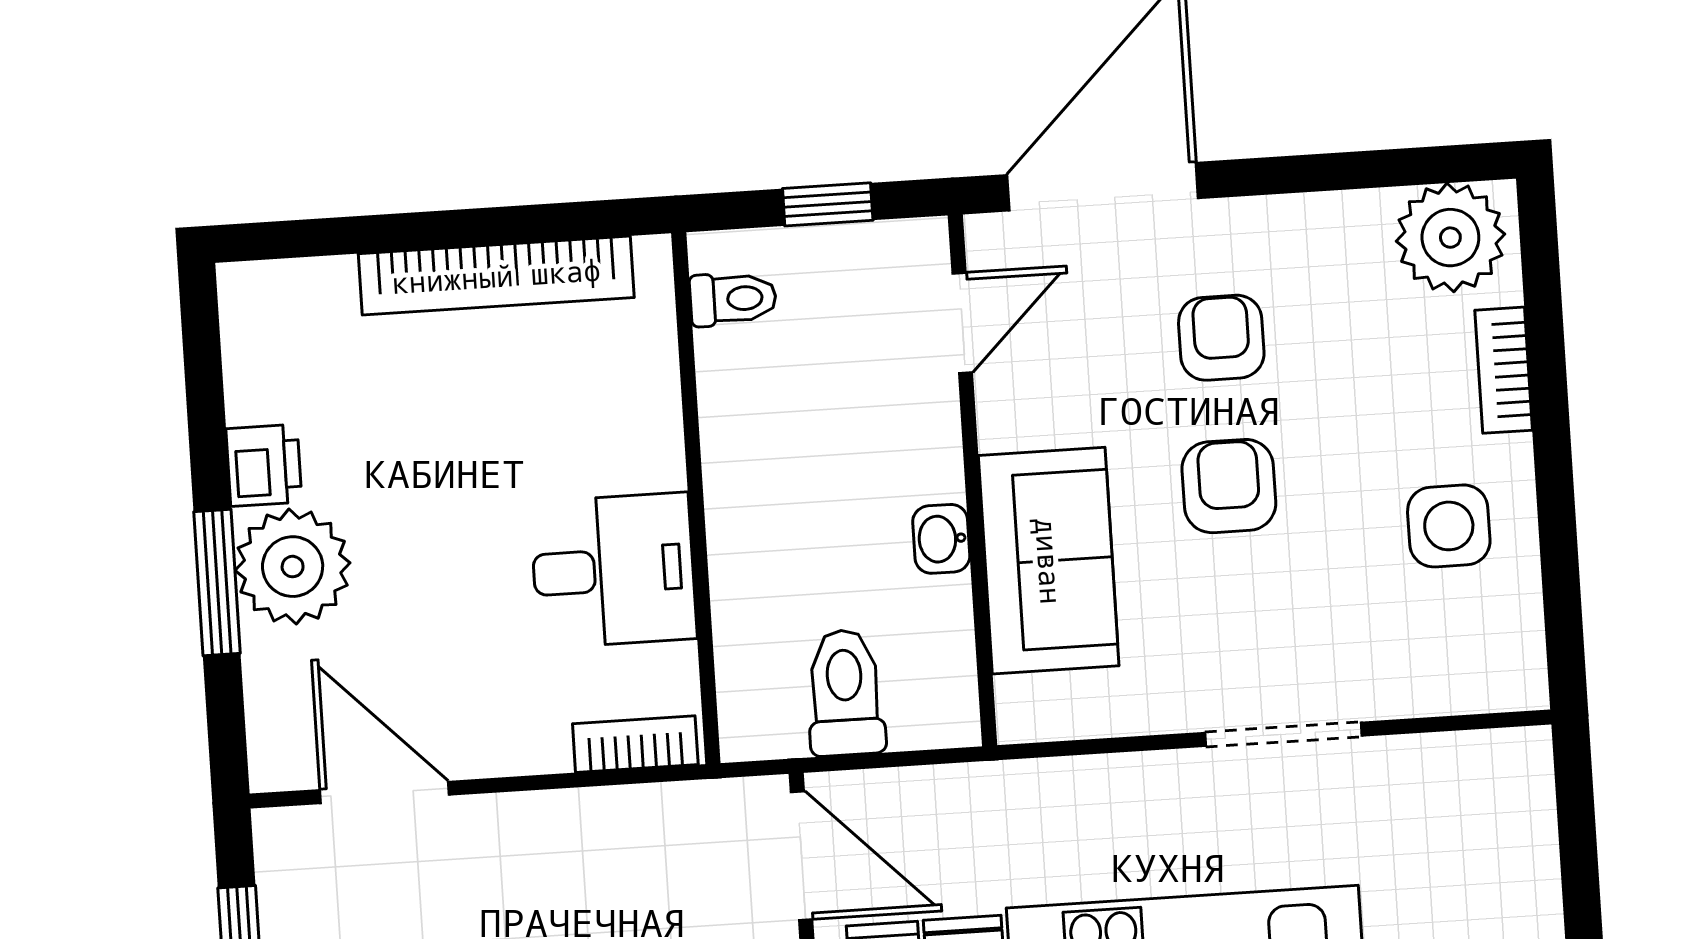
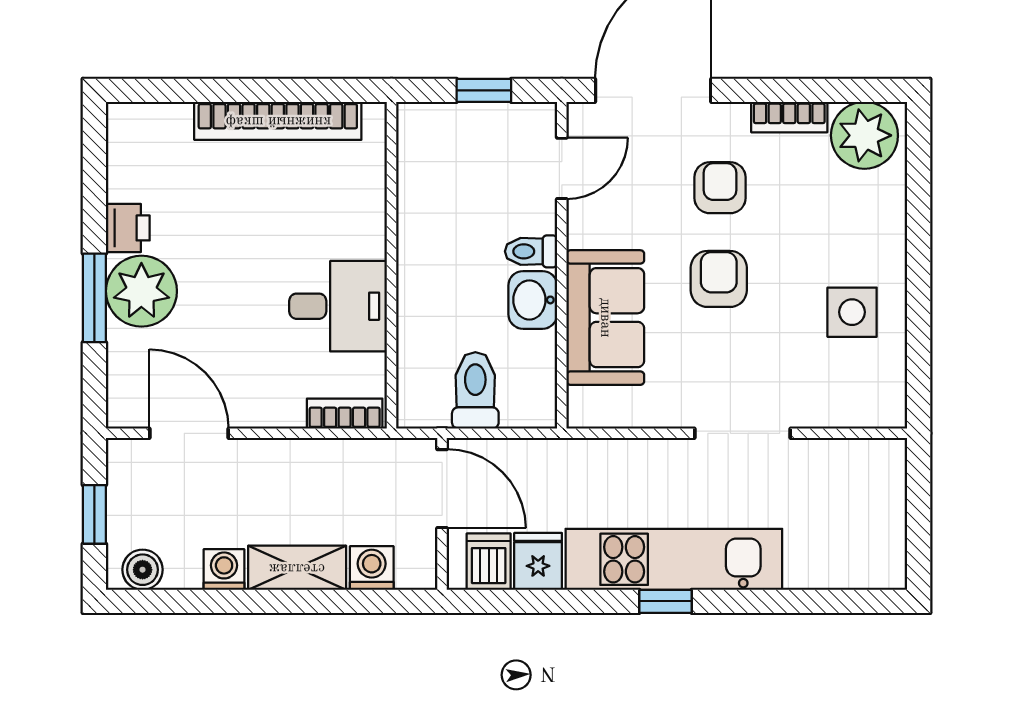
toilet: (733, 299) -> (531, 251), moved, turned 180
bookcase: (1504, 370) -> (789, 117), moved, turned -90
washbasin: (941, 539) -> (533, 300), width x1.38, depth x1.45

